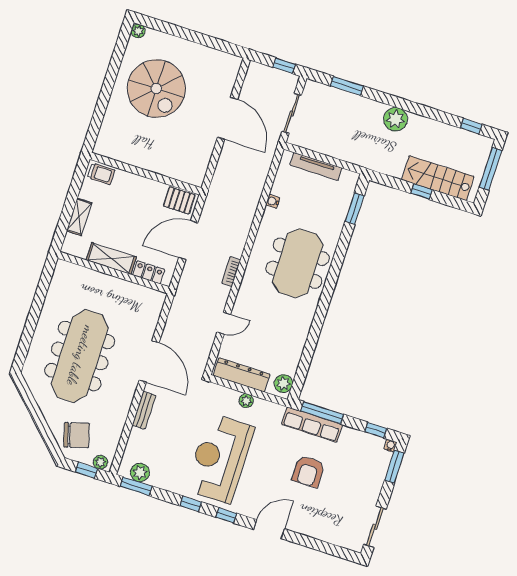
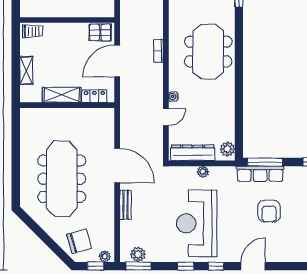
water cooler: (273, 201) -> (173, 97), moved
bookcase: (231, 272) -> (159, 51), moved

